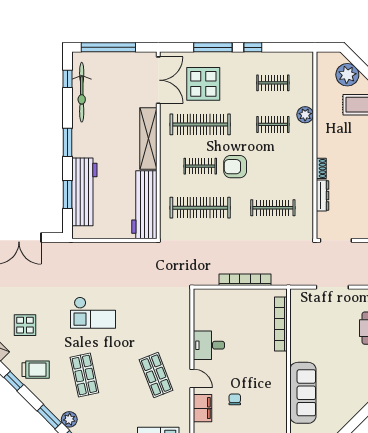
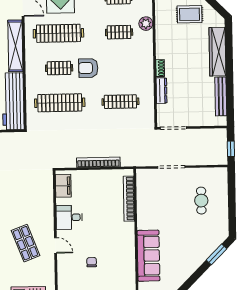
filing cabinet: (203, 408) -> (63, 186), moved

